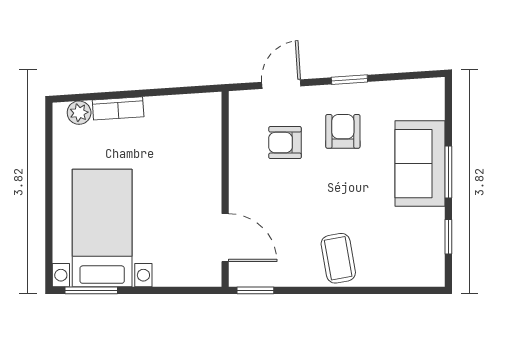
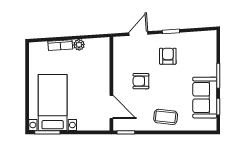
plant: (79, 113) -> (79, 45), moved
armchair: (285, 143) -> (141, 81), moved
sofa: (420, 164) -> (205, 98), moved
coffee table: (338, 258) -> (166, 117), turned -74

